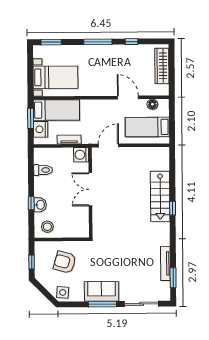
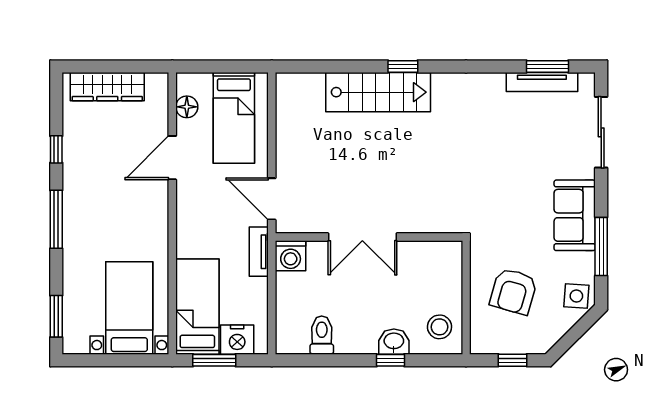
tv unit: (69, 140) -> (259, 252), moved
tv unit: (165, 263) -> (542, 82), moved
window: (102, 304) -> (601, 247), moved

